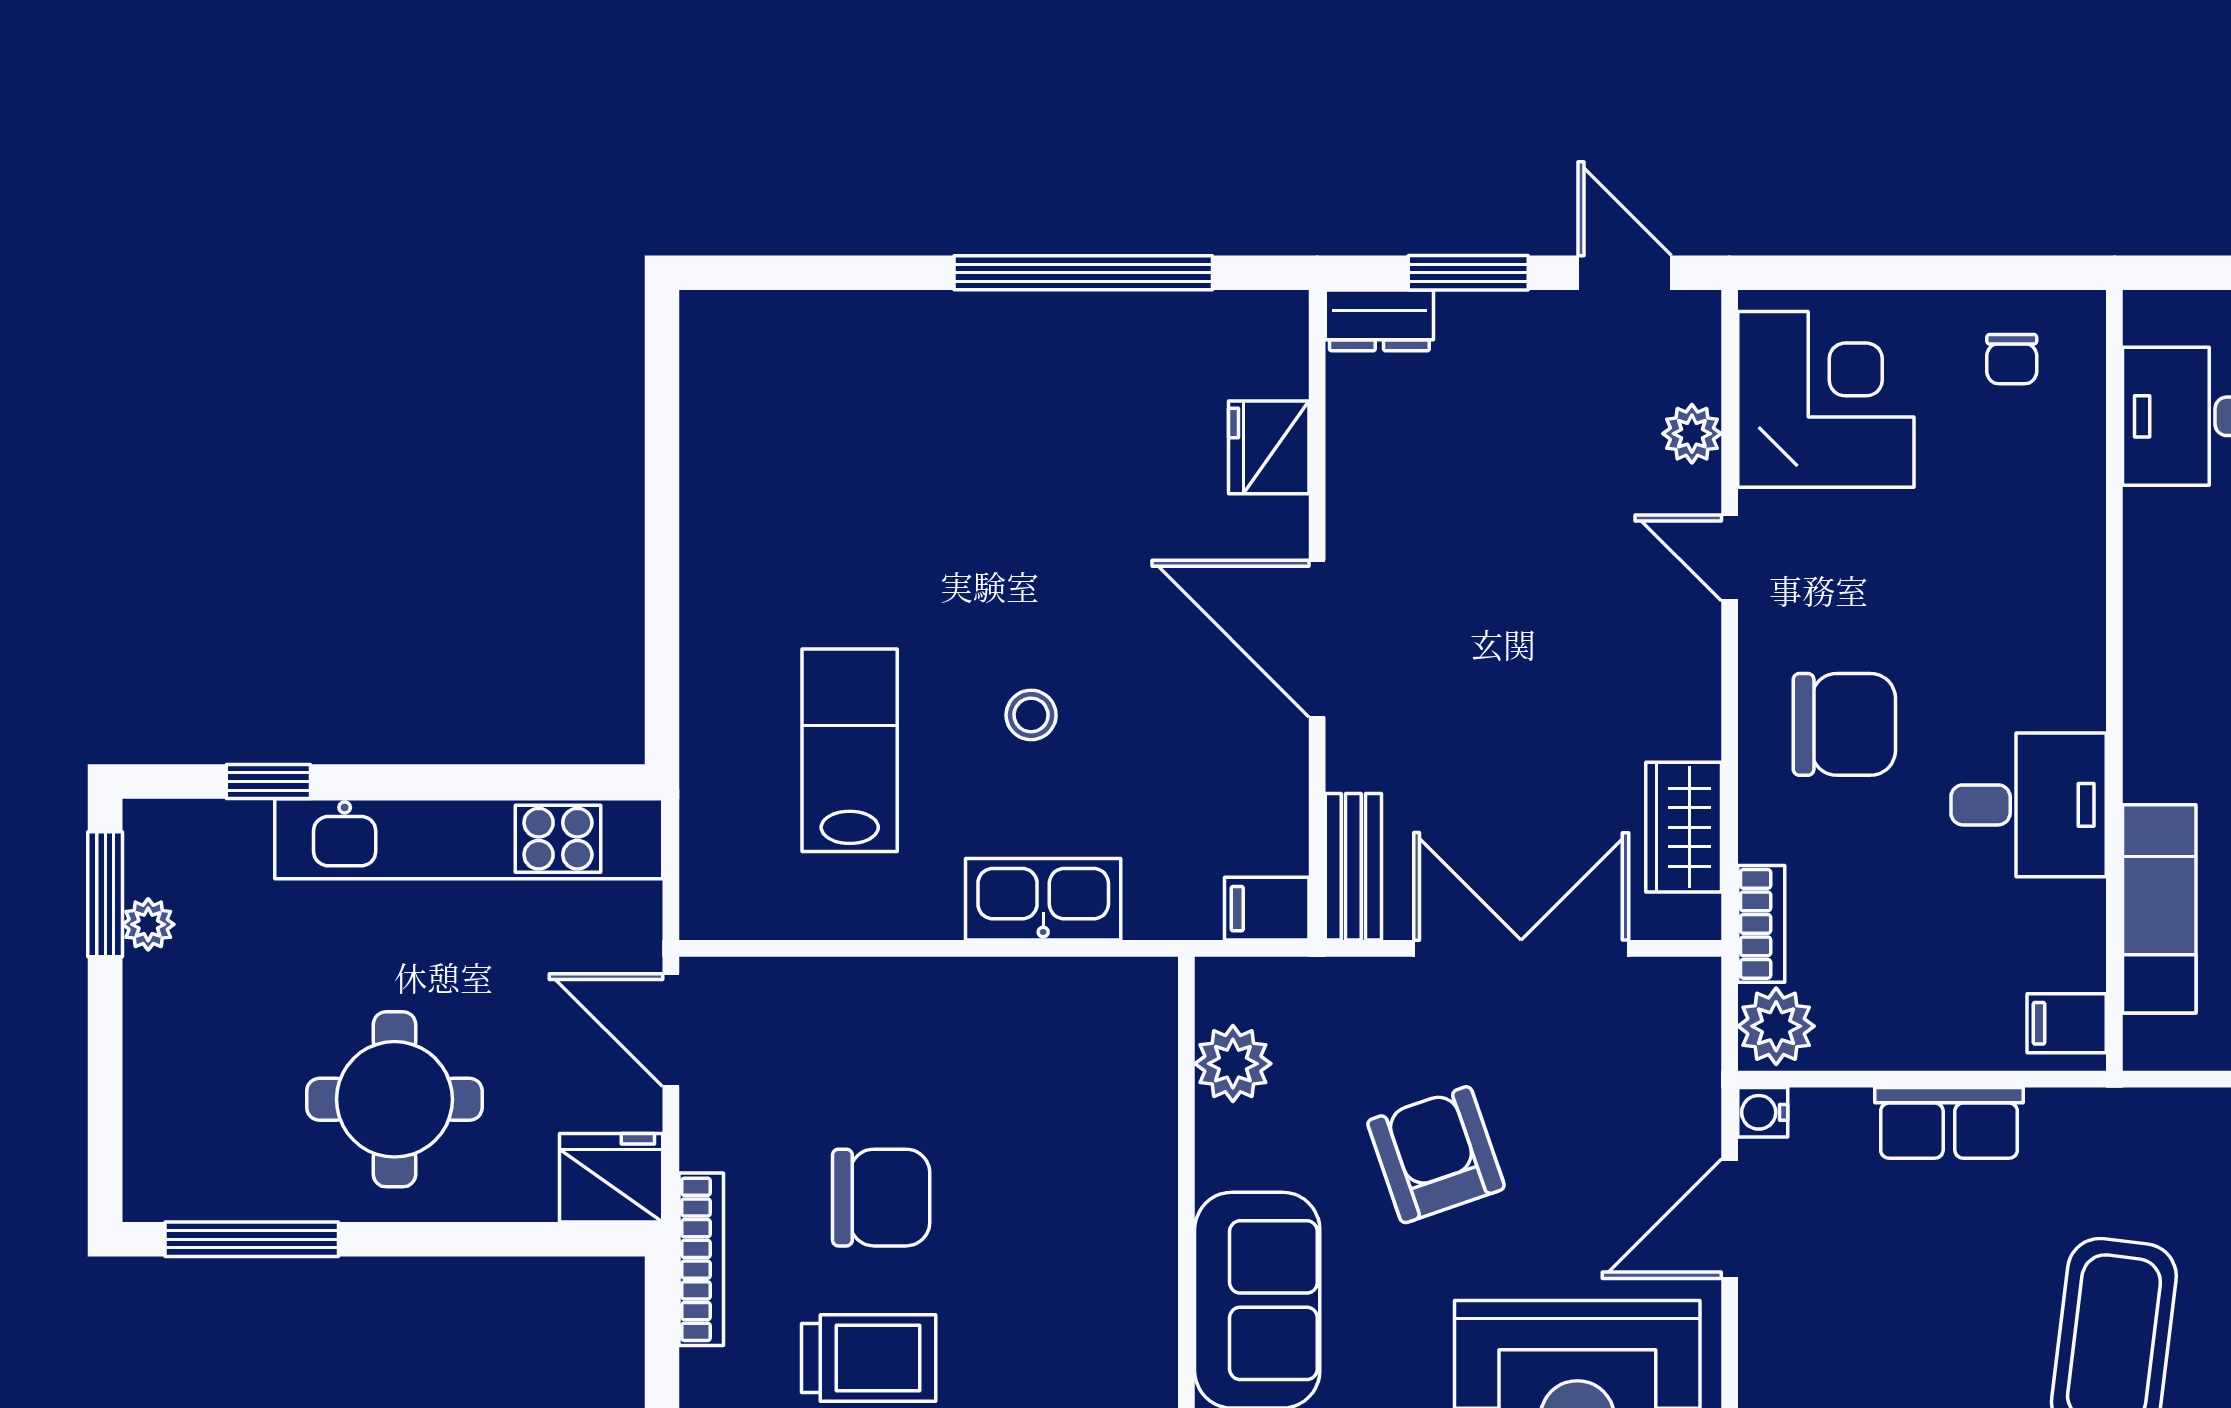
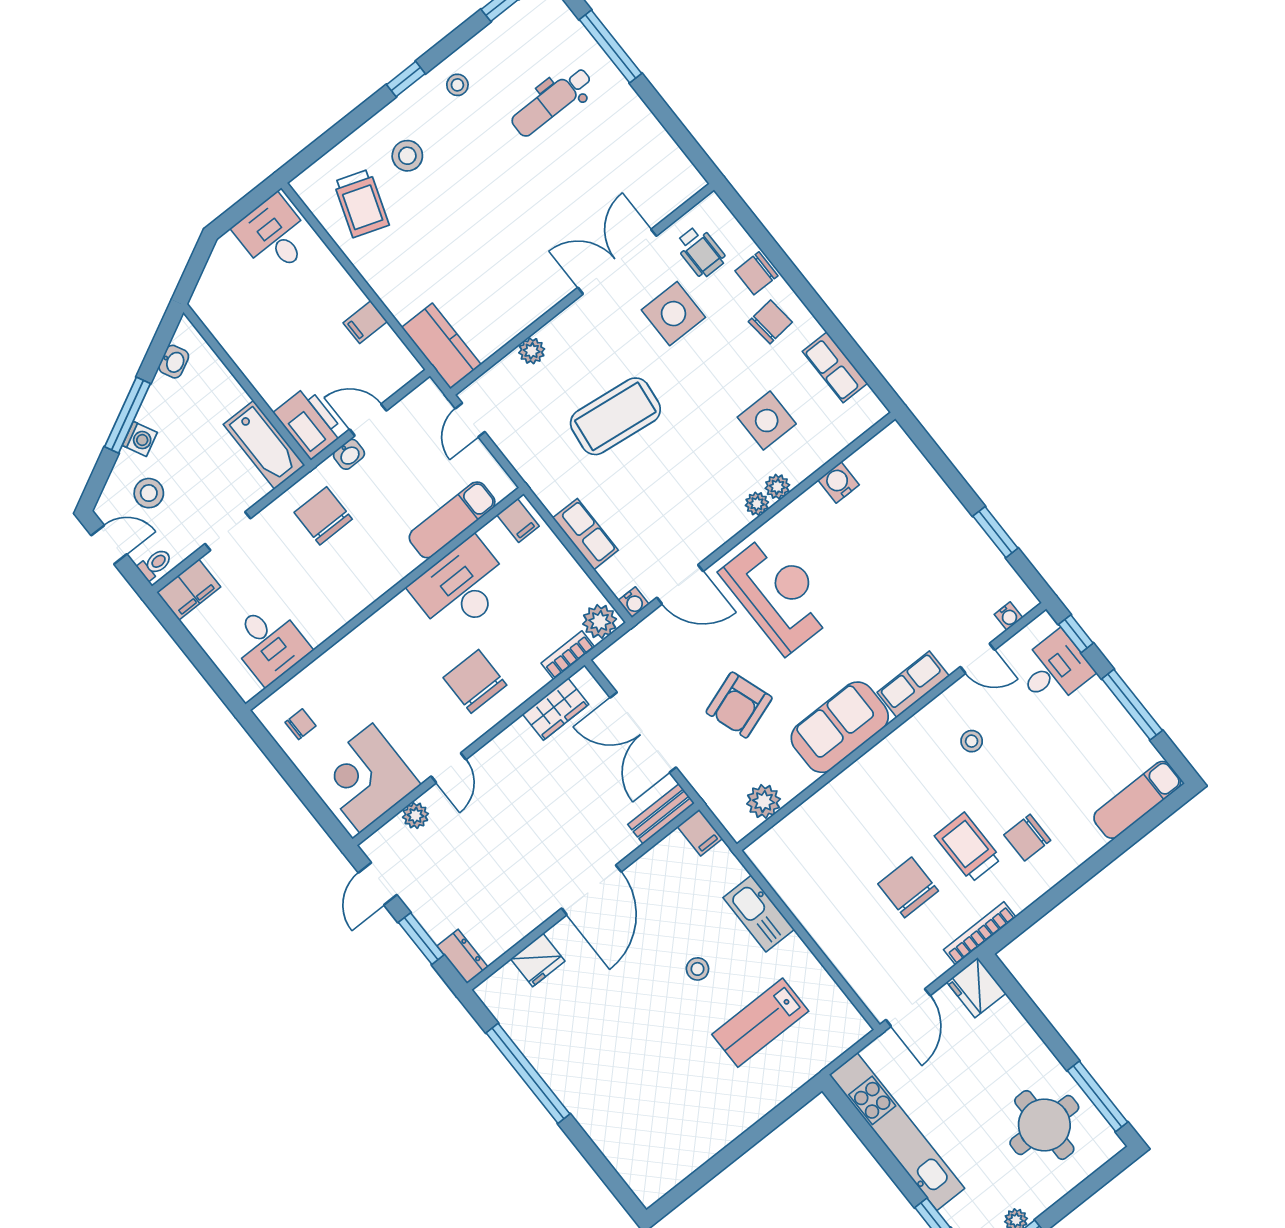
desk: (2029, 805) -> (461, 587), width x1.37
round table: (394, 1099) -> (1044, 1125), moved

